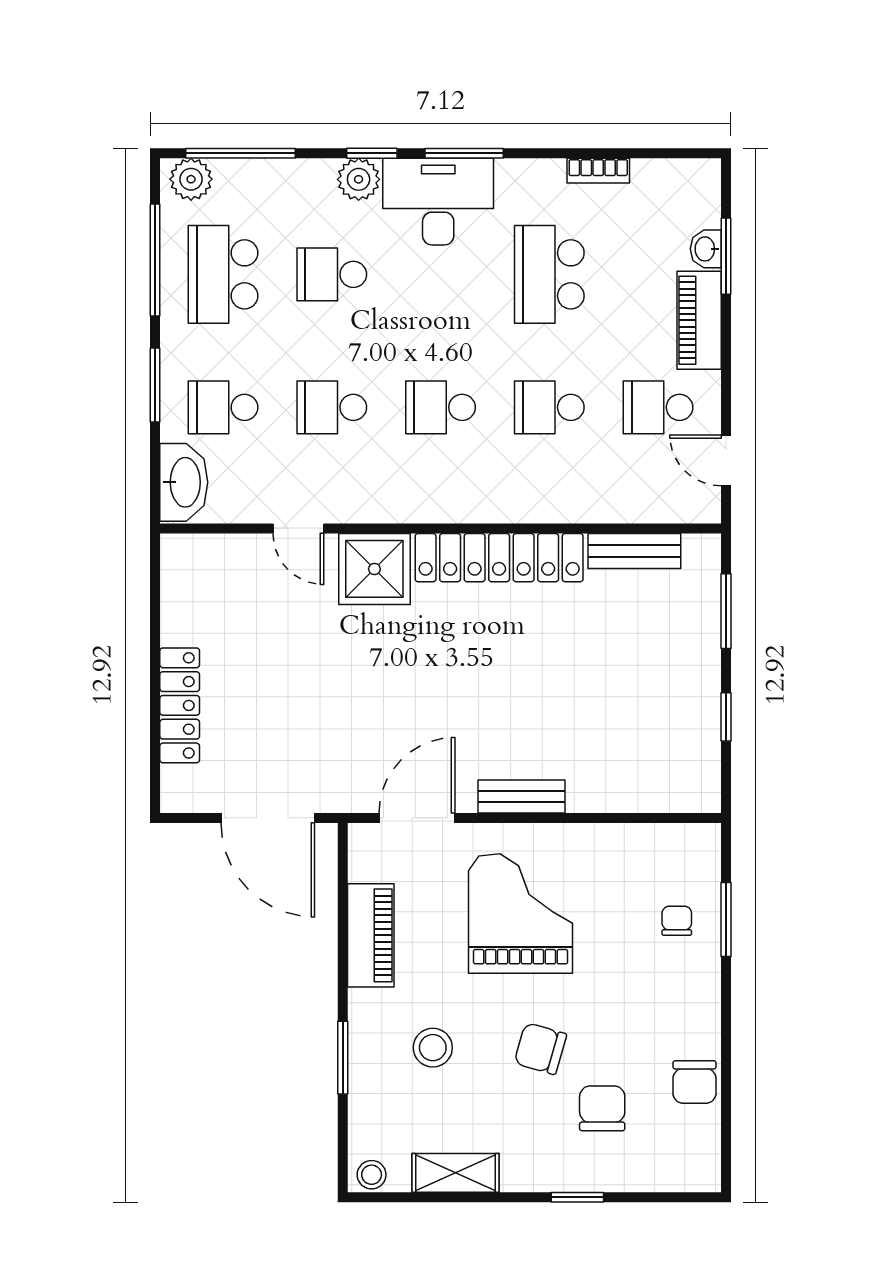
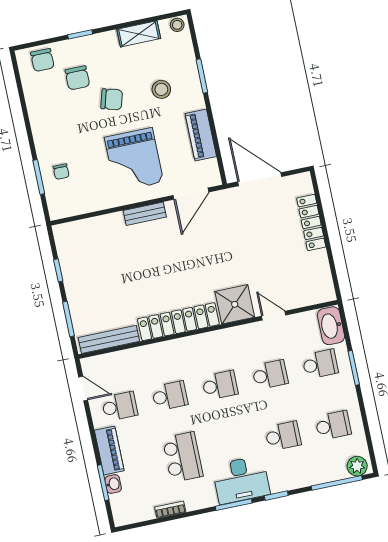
plant: (359, 179) -> (280, 482), removed
window: (155, 260) -> (366, 425), removed
school desk: (223, 274) -> (333, 425), width x0.54
bench: (634, 551) -> (109, 339), width x1.36
chair: (695, 1082) -> (42, 60), moved, turned 180

